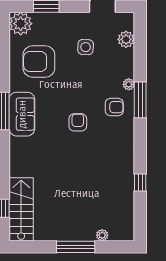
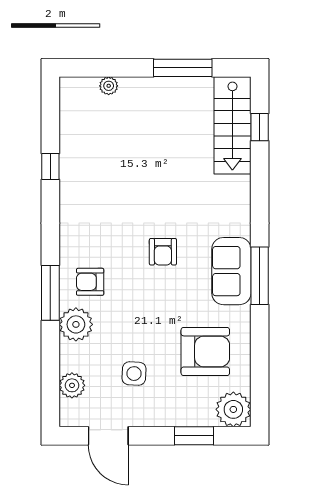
plant: (129, 84) -> (76, 324), width x1.87, depth x1.87
armchair: (78, 122) -> (163, 252), moved
window: (76, 247) -> (183, 68), moved

